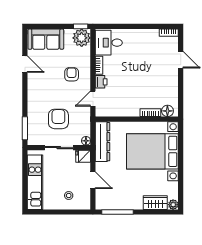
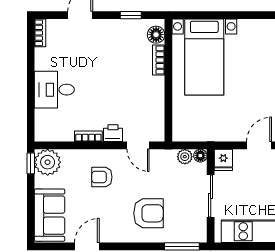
desk: (109, 43) -> (54, 90), moved, turned 90
window: (181, 94) -> (131, 15), added
armchair: (58, 119) -> (148, 213), moved, turned 180
plant: (85, 130) -> (185, 157), added
dresser: (102, 142) -> (202, 131), removed
bed with nightstands: (152, 151) -> (204, 57), width x0.73

